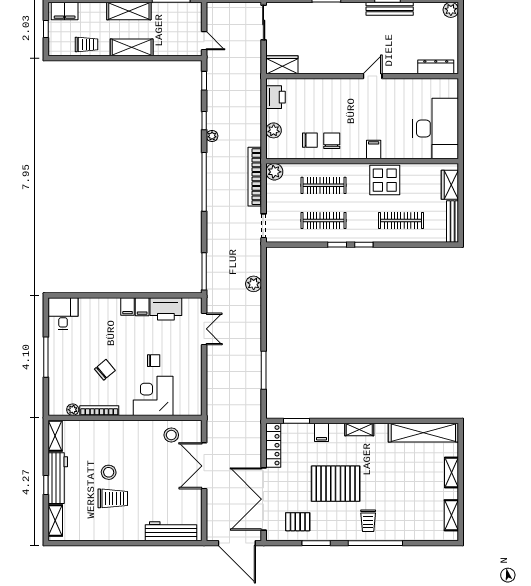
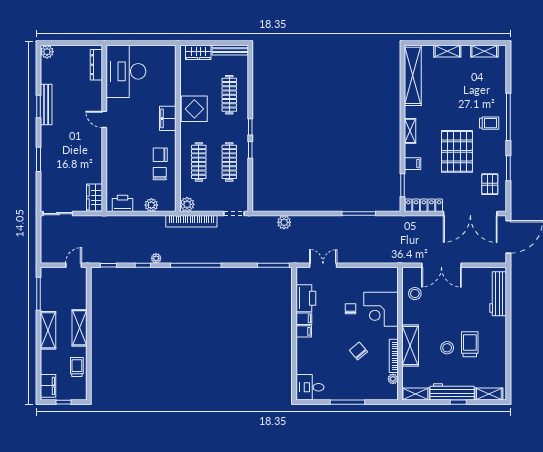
desk: (436, 128) -> (126, 71), moved, turned -90
filing cabinet: (374, 149) -> (168, 118), width x2.00
shelving: (111, 430) -> (410, 346), added

